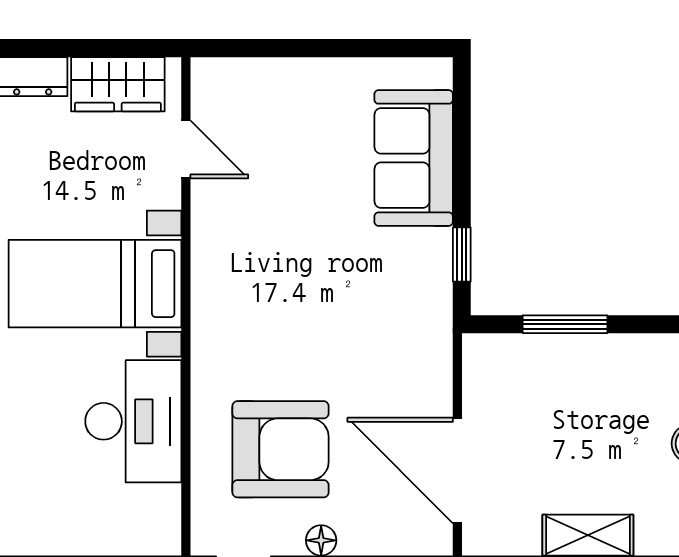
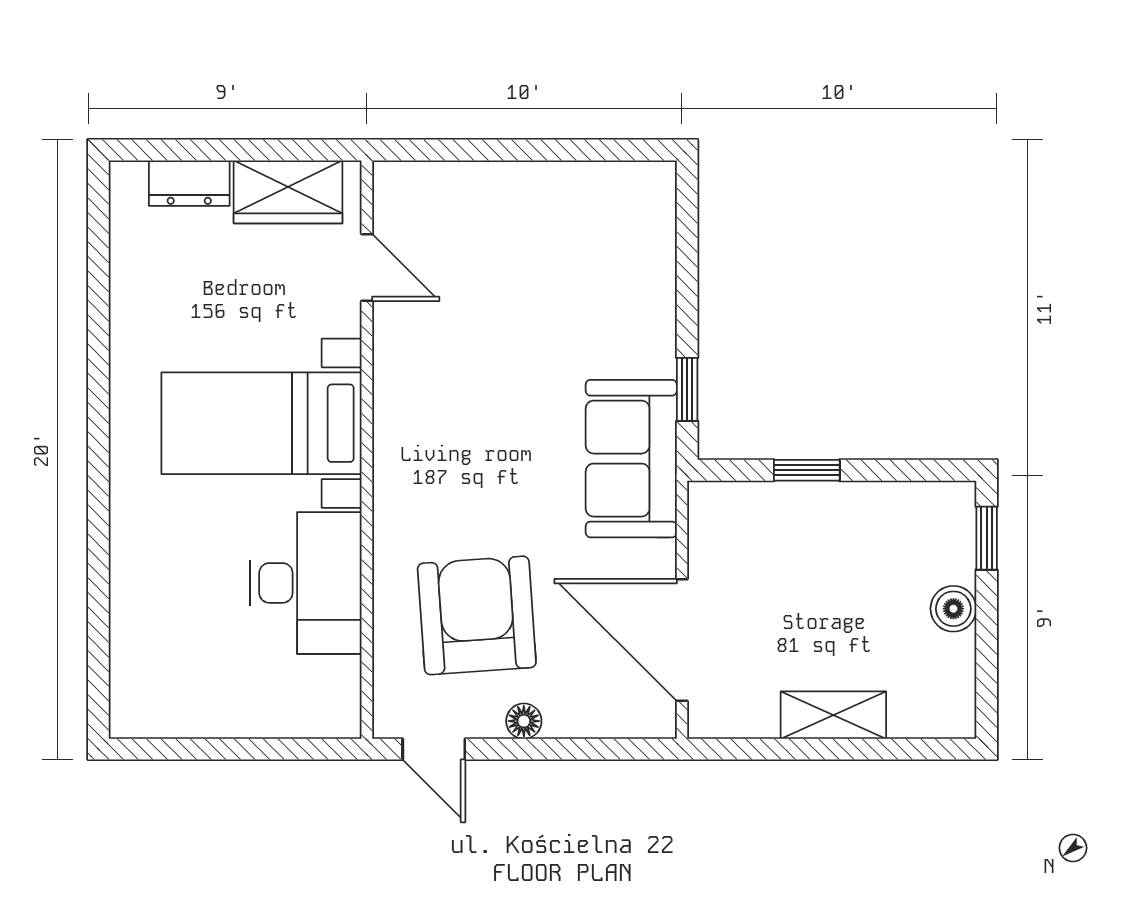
sofa: (414, 158) -> (631, 459), moved
window: (565, 324) -> (807, 470), width x0.67
armchair: (281, 449) -> (477, 615), turned -94

